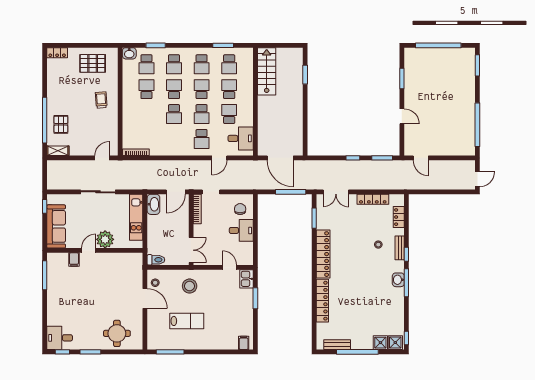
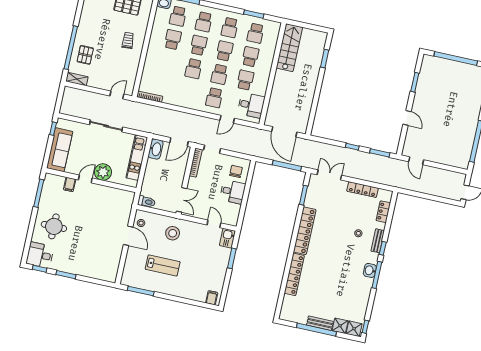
double door: (336, 192) -> (329, 175), swing flipped
round table: (117, 333) -> (54, 226), moved
bench: (337, 345) -> (320, 323), moved

